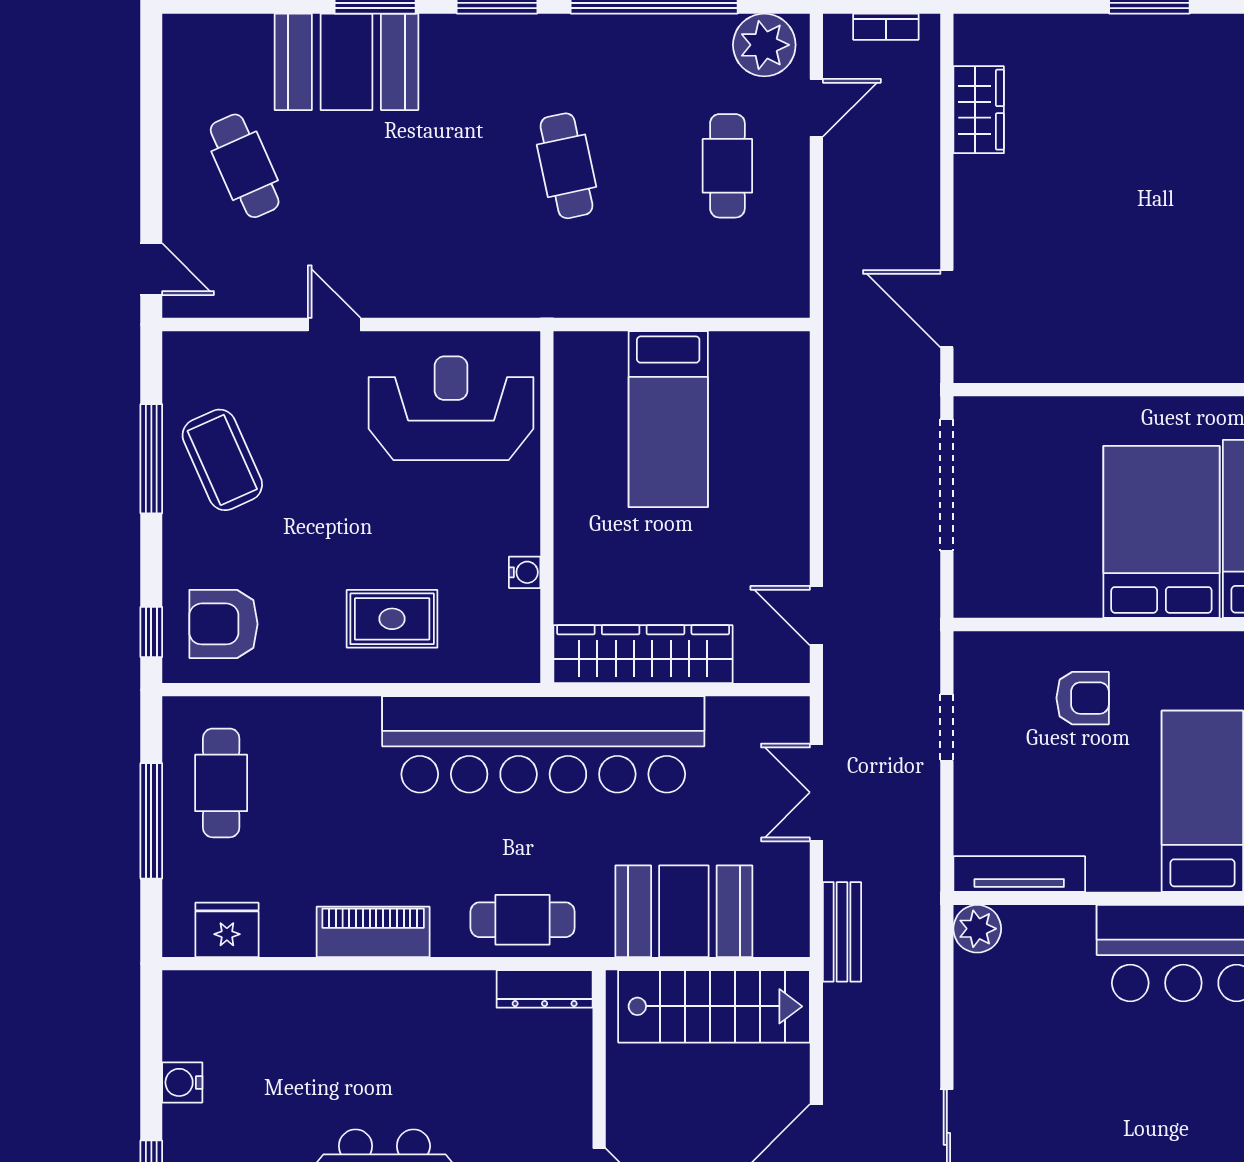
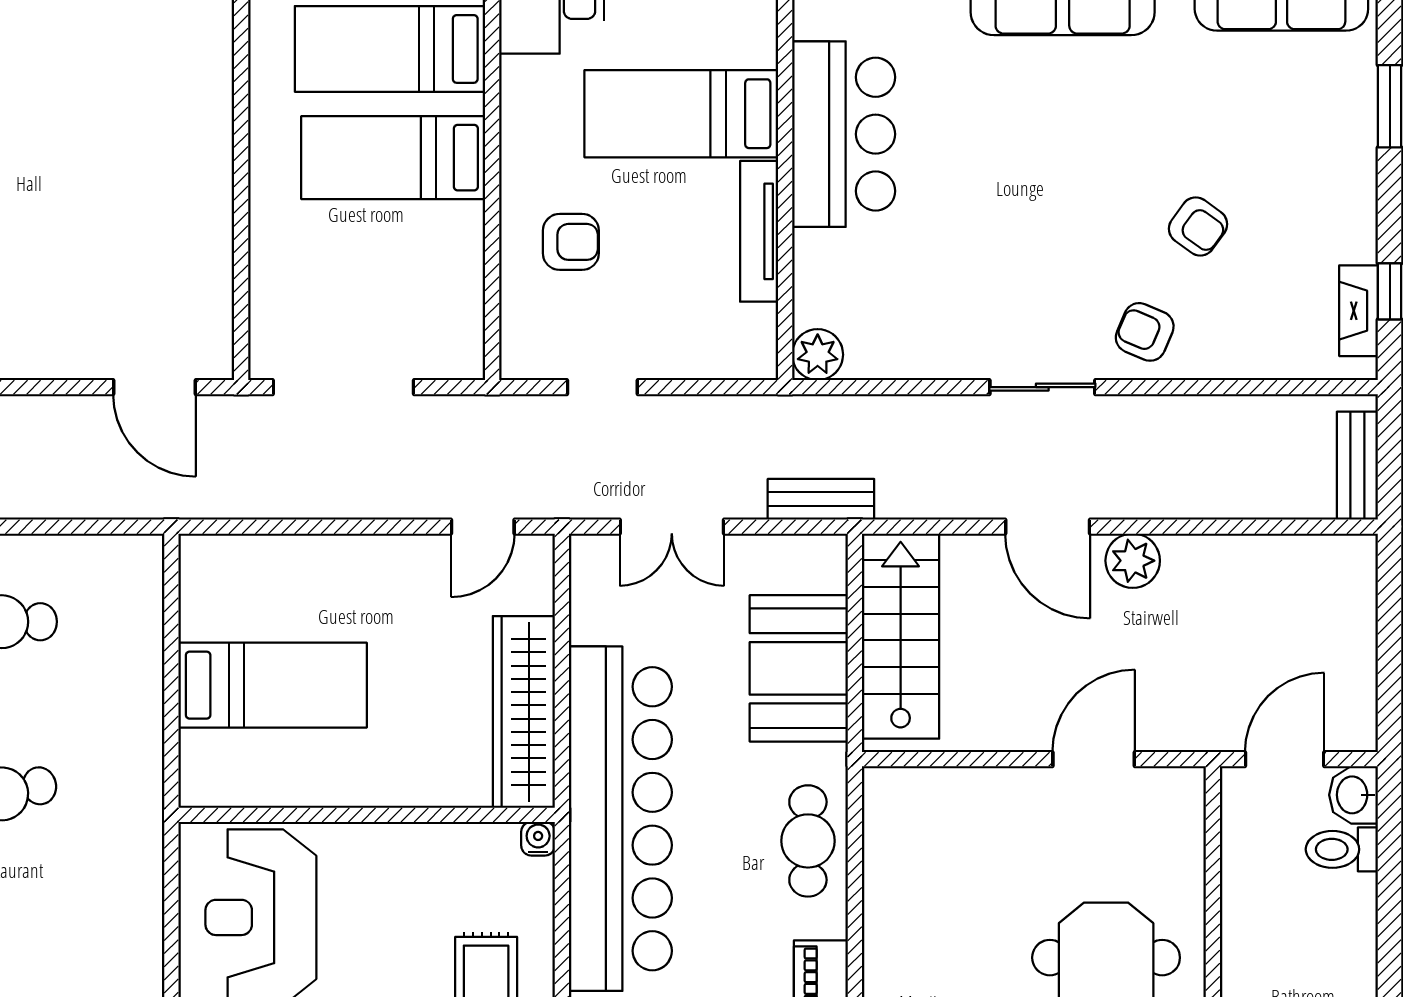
door: (947, 309) -> (154, 387), hinge flipped
bed: (1161, 532) -> (393, 158), width x0.67
water cooler: (525, 572) -> (538, 839), moved
armchair: (1083, 698) -> (571, 242), turned 90
tv unit: (1019, 874) -> (759, 231), moved
dresser: (545, 989) -> (882, 817), removed

